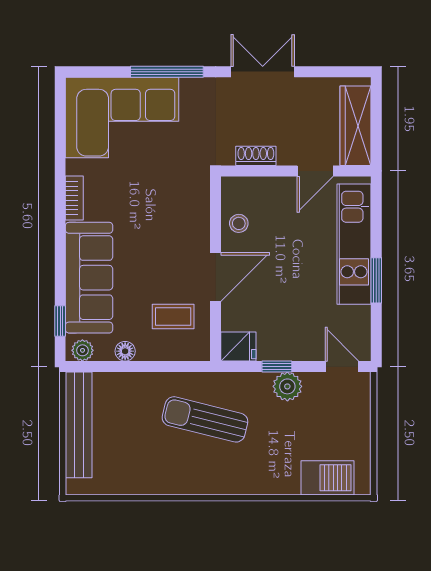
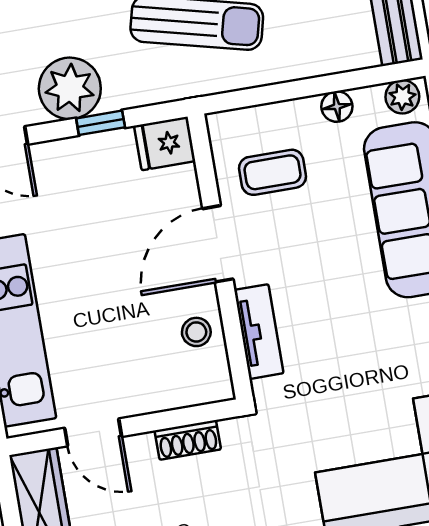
door: (315, 171) -> (93, 432), swing flipped
tv unit: (199, 217) -> (259, 332), added
plant: (287, 386) -> (70, 88), width x1.36, depth x1.36

